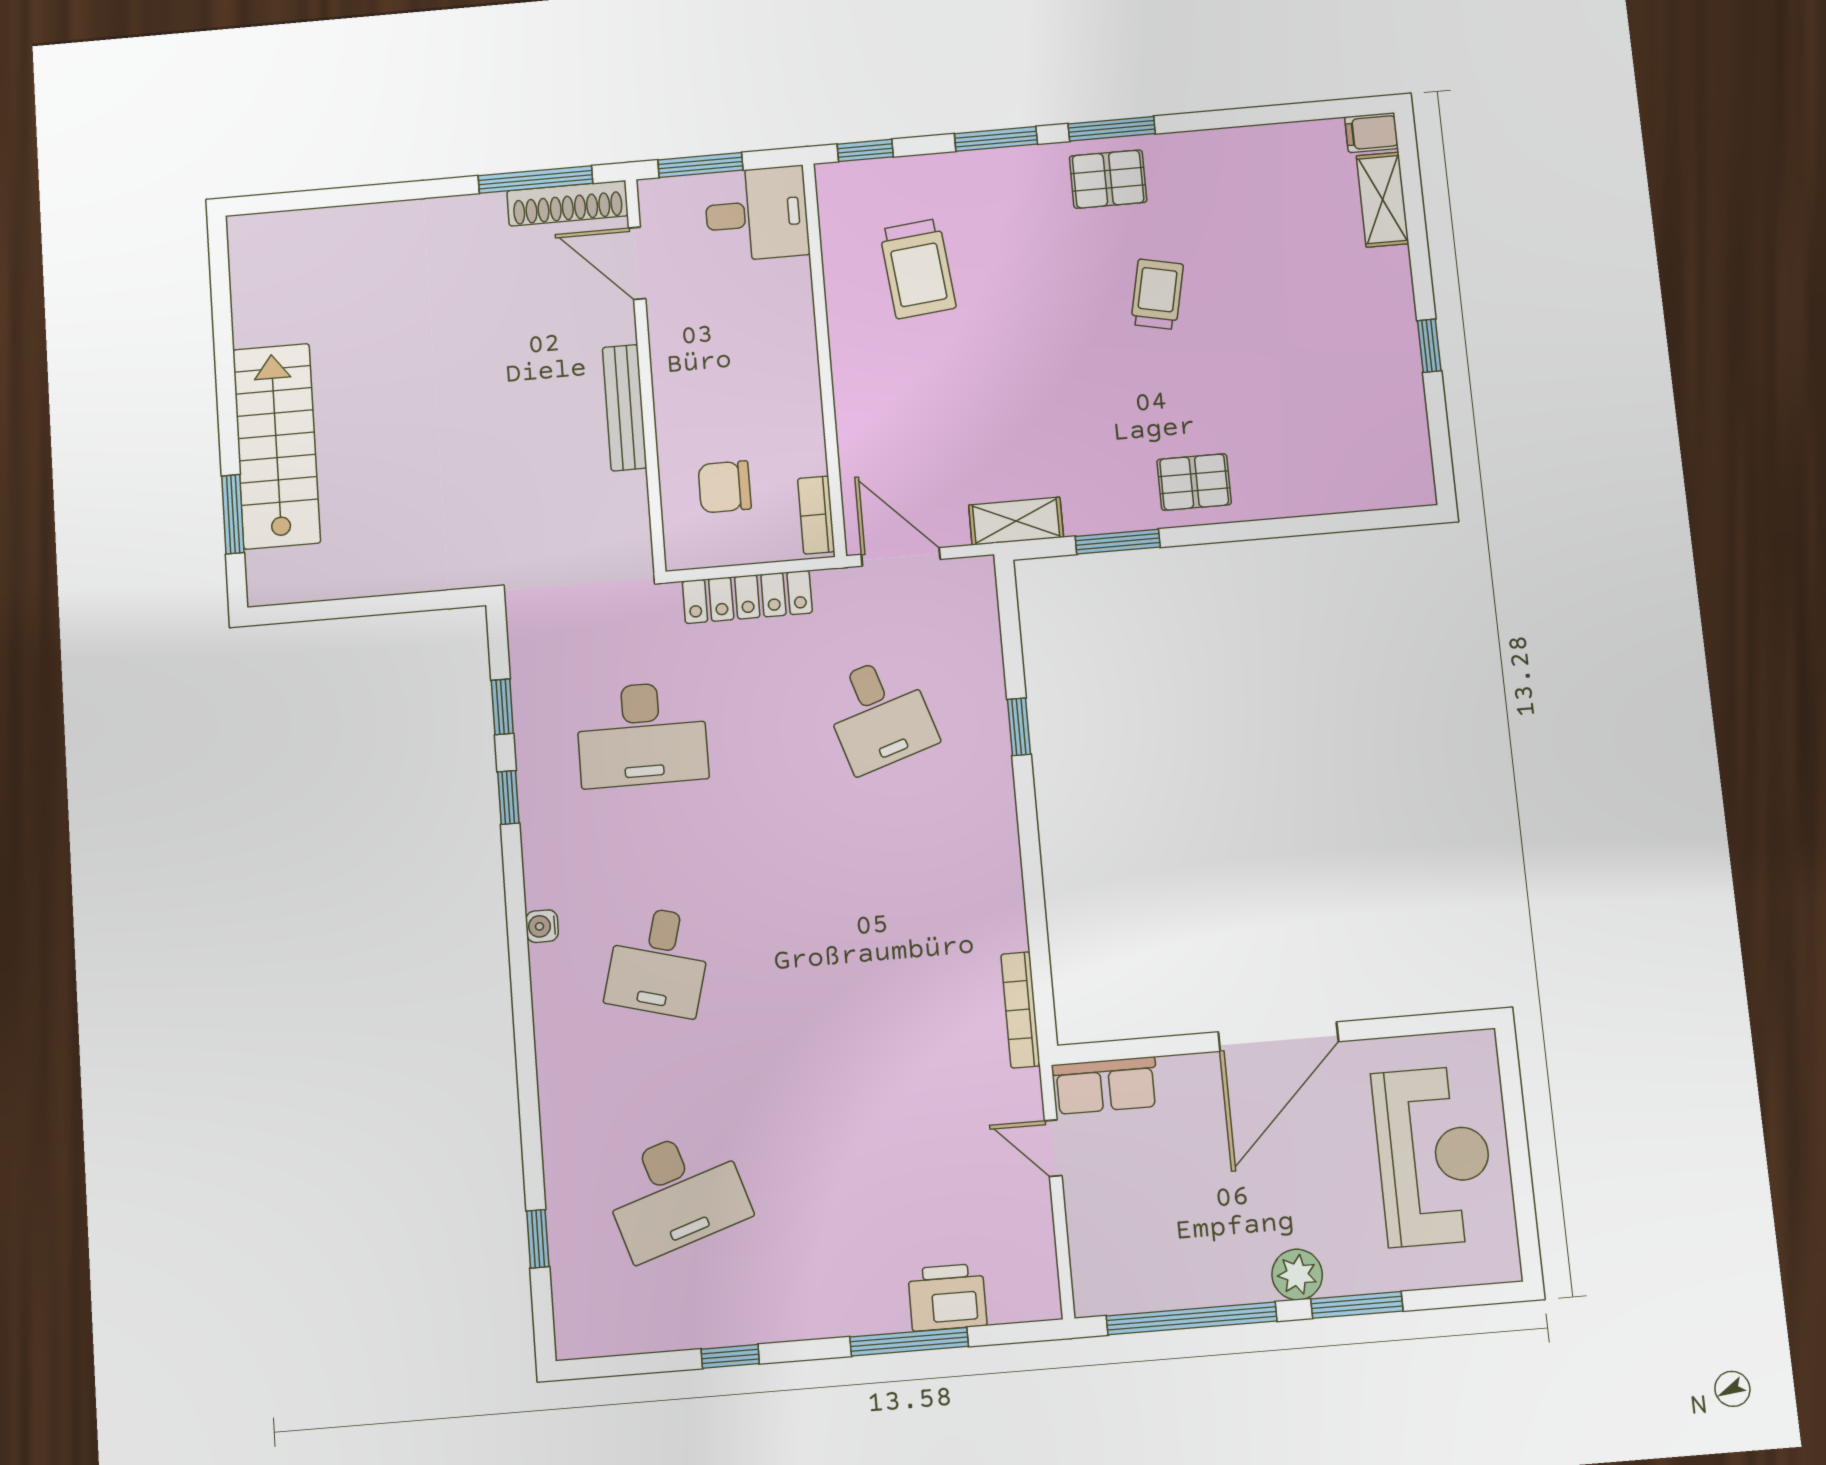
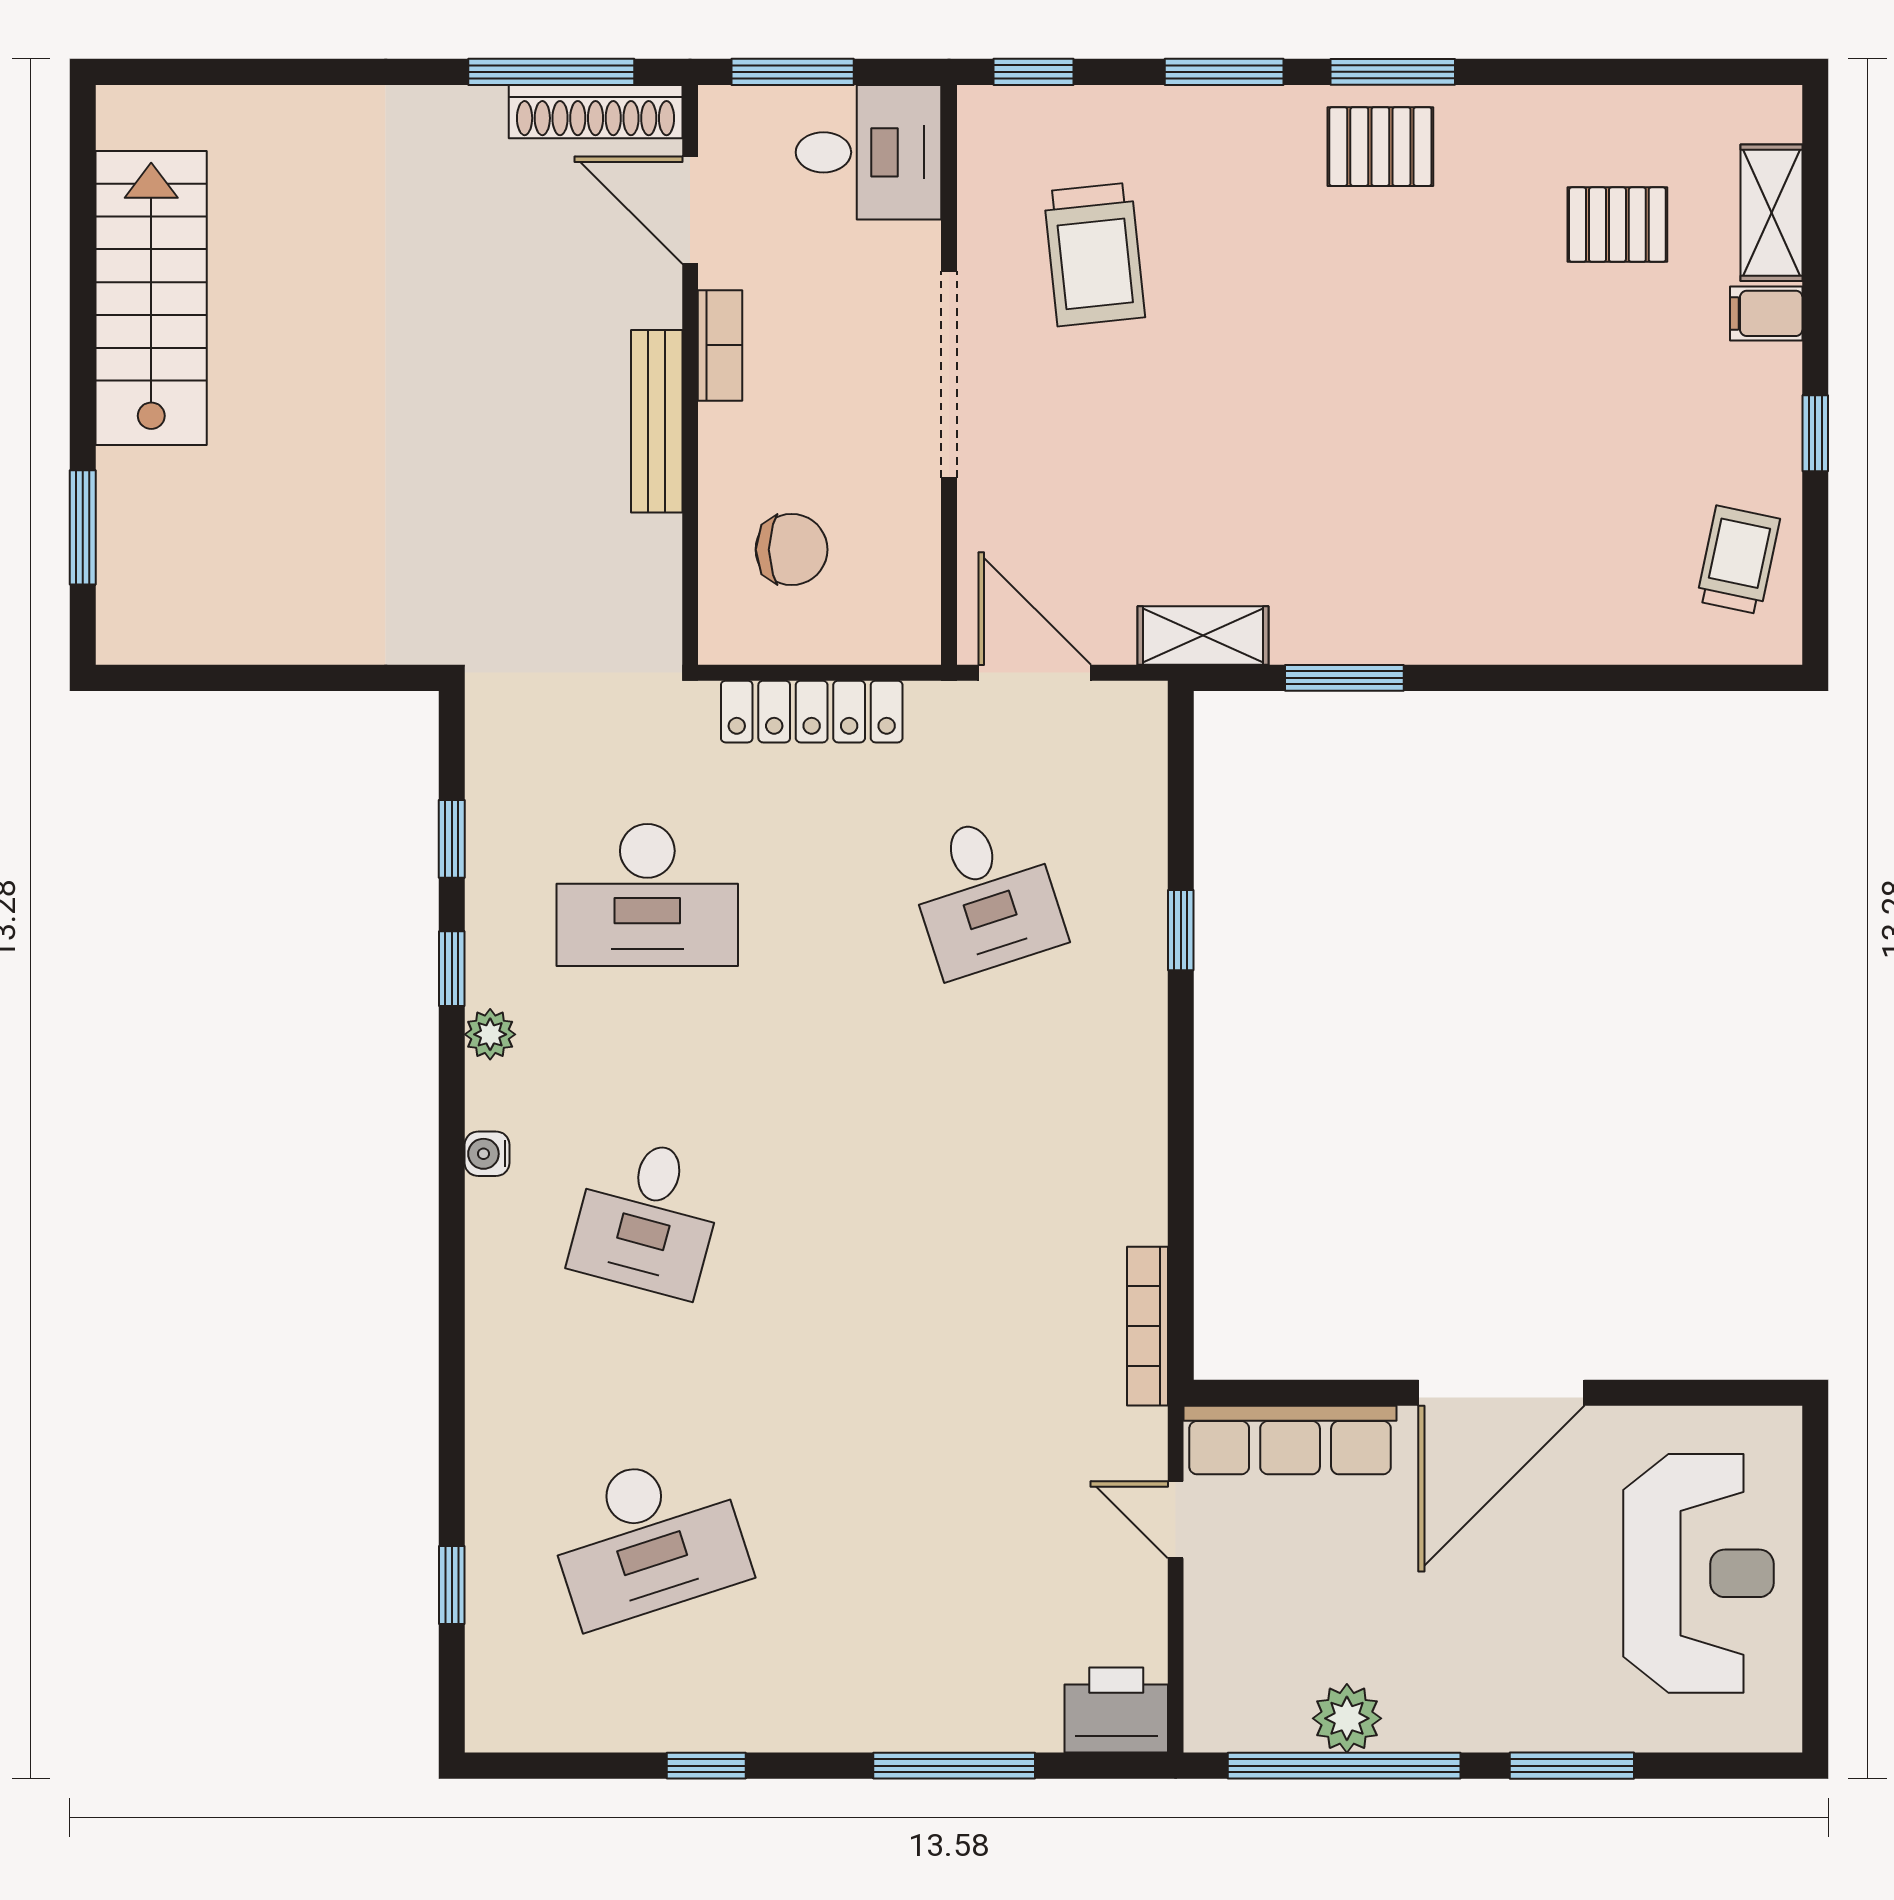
filing cabinet: (1372, 133) -> (1766, 313), moved
trolley: (1157, 294) -> (1738, 560), moved
doorway: (824, 358) -> (949, 374), added
stairs: (276, 446) -> (151, 298), moved
pallet: (1194, 482) -> (1617, 225), moved
chair: (725, 487) -> (792, 550), turned 180
bookcase: (816, 515) -> (720, 345), moved, turned 180
plant: (538, 841) -> (490, 1034), added
row of seats: (1105, 1086) -> (1290, 1440), width x1.48
plant: (1297, 1275) -> (1347, 1718), moved
printer: (947, 1297) -> (1116, 1710), moved

